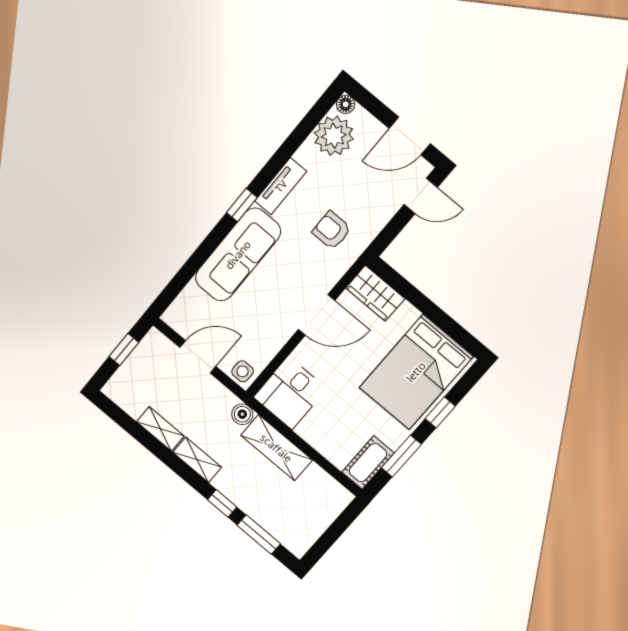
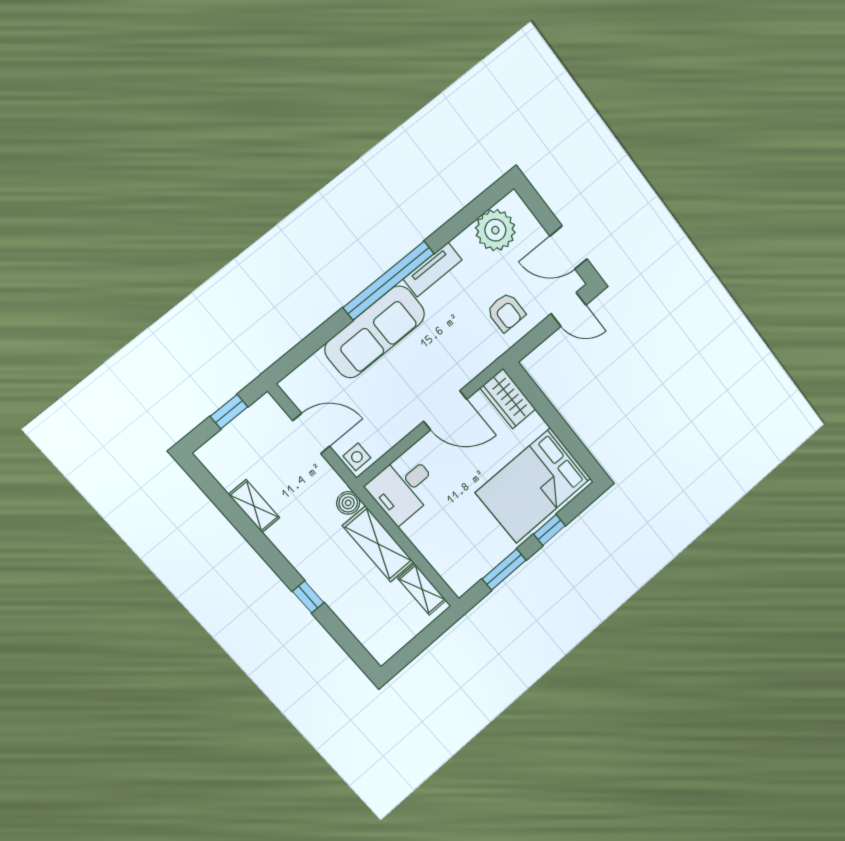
floor lamp: (346, 104) -> (513, 201), removed
window: (242, 205) -> (389, 280), width x3.17
armchair: (332, 230) -> (506, 312), moved, turned 180
shelving: (197, 460) -> (422, 589), moved
cot: (368, 463) -> (470, 572), removed
window: (259, 534) -> (342, 635), removed

